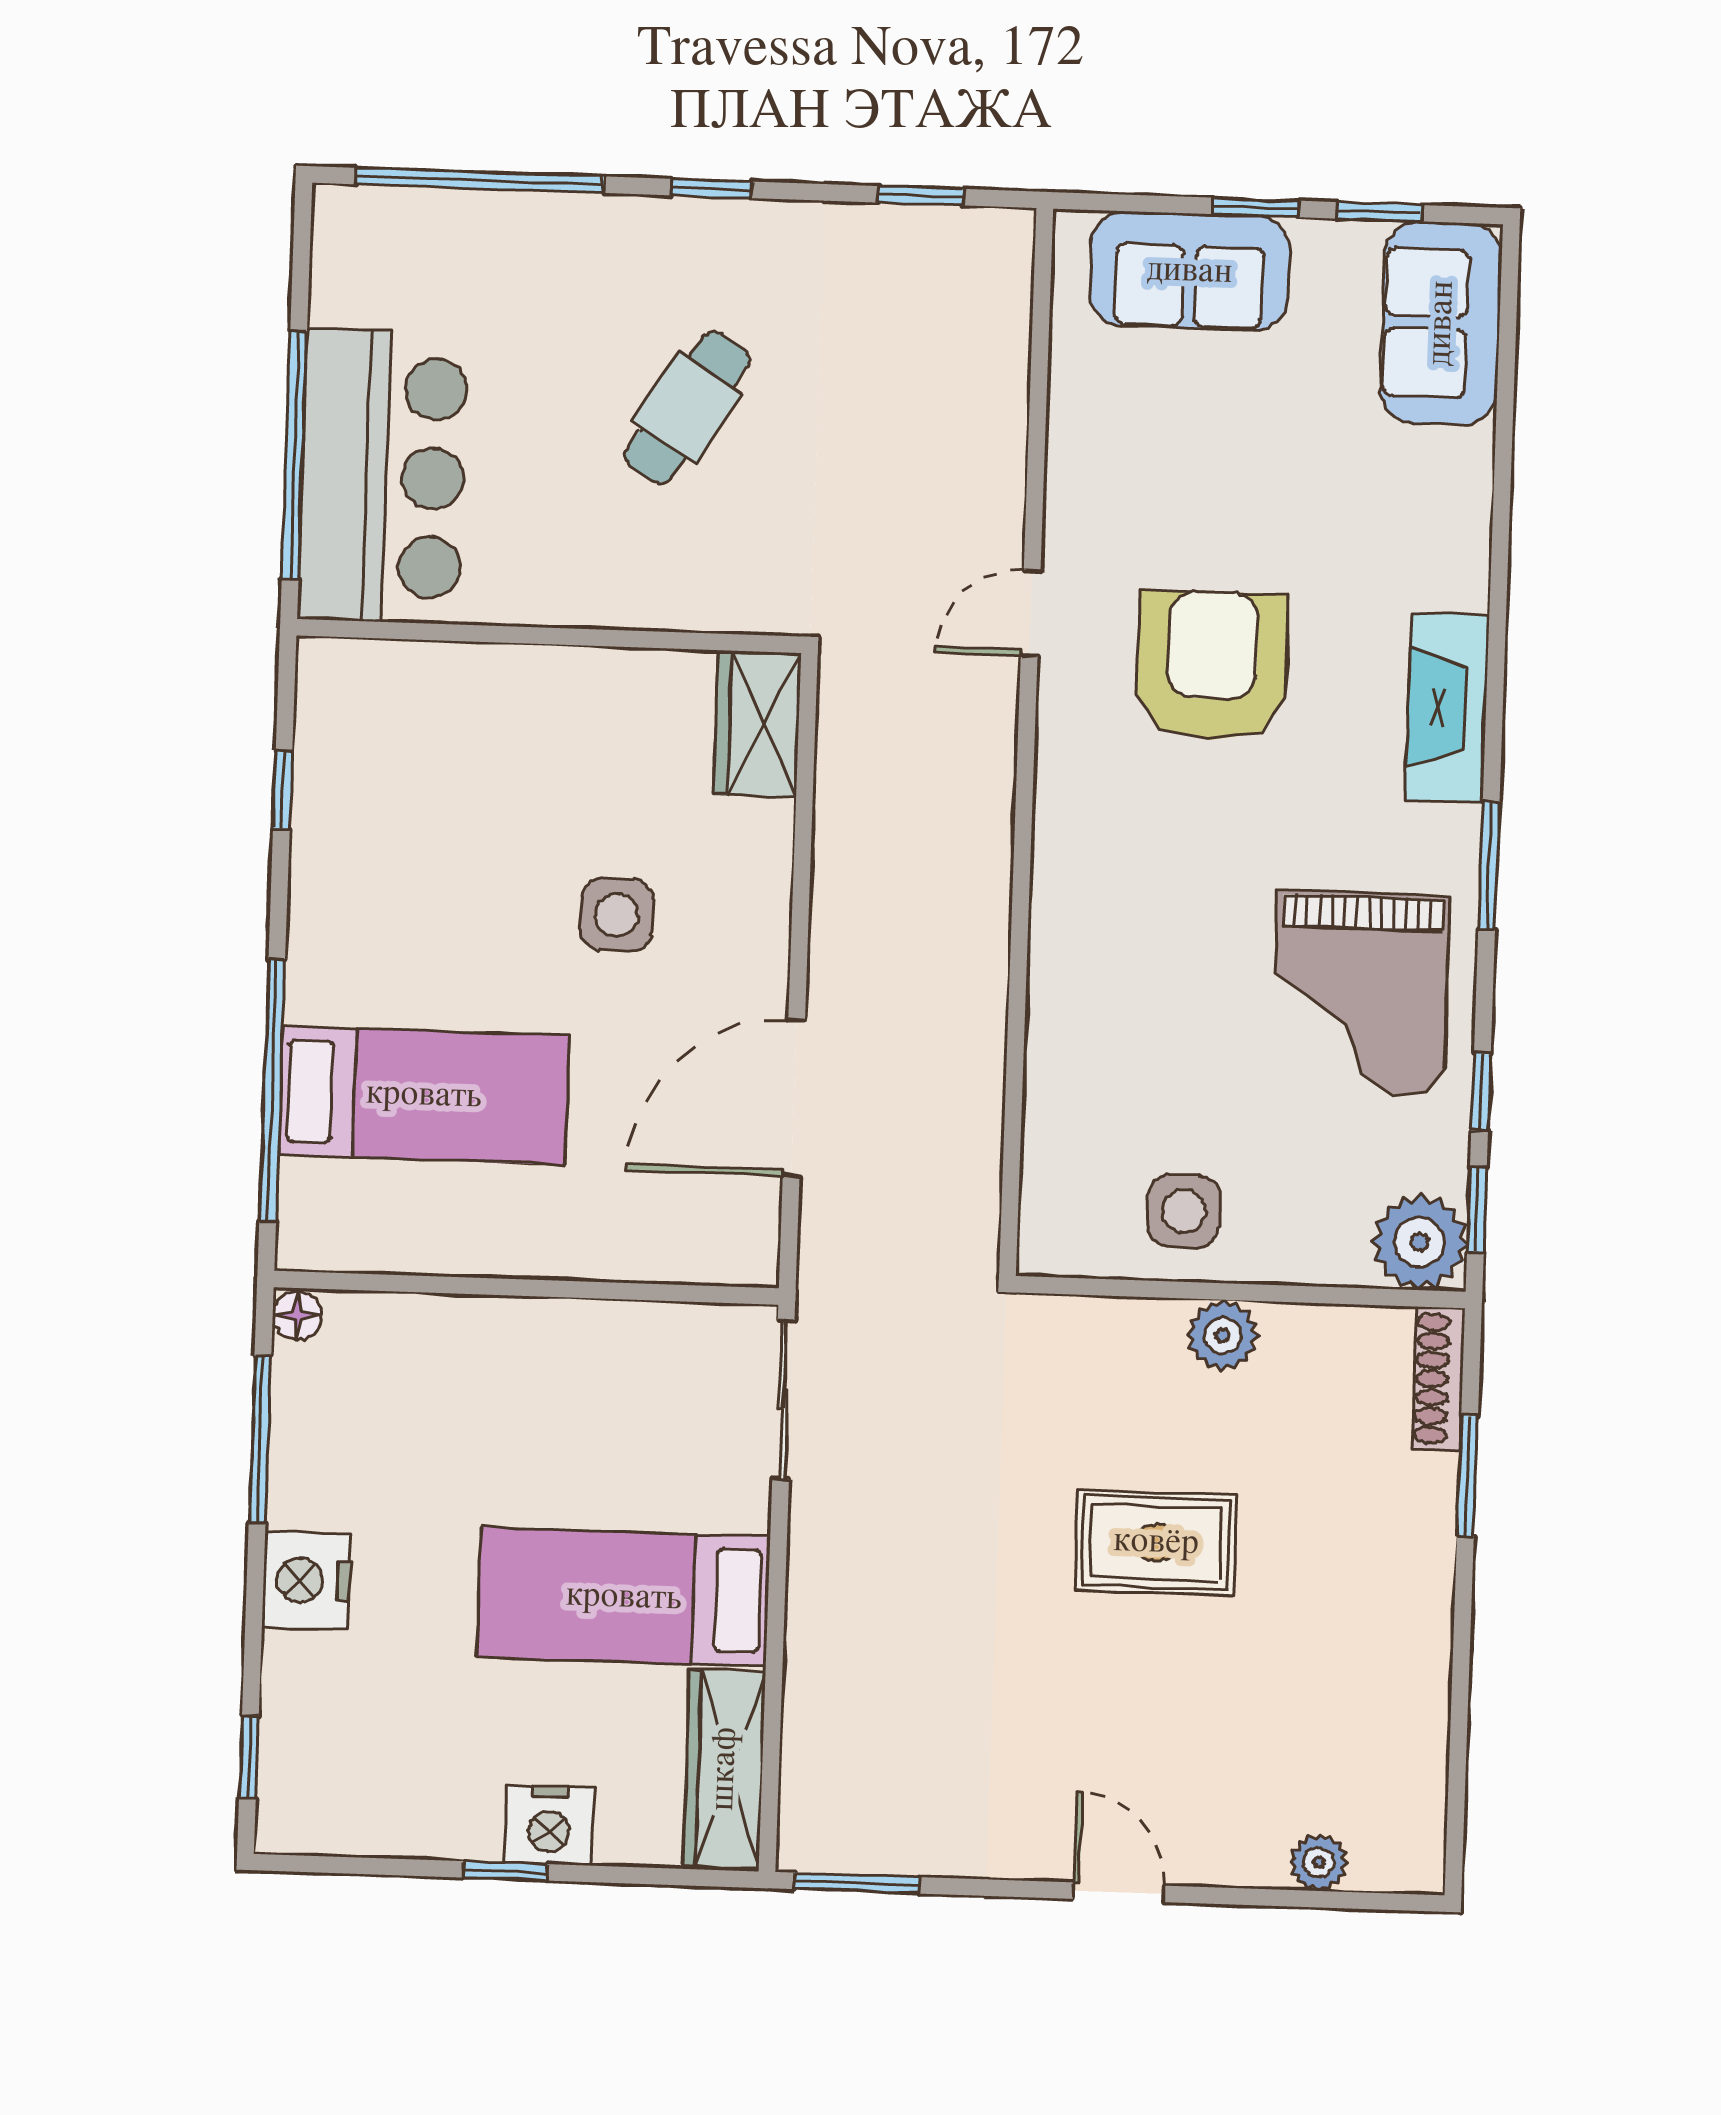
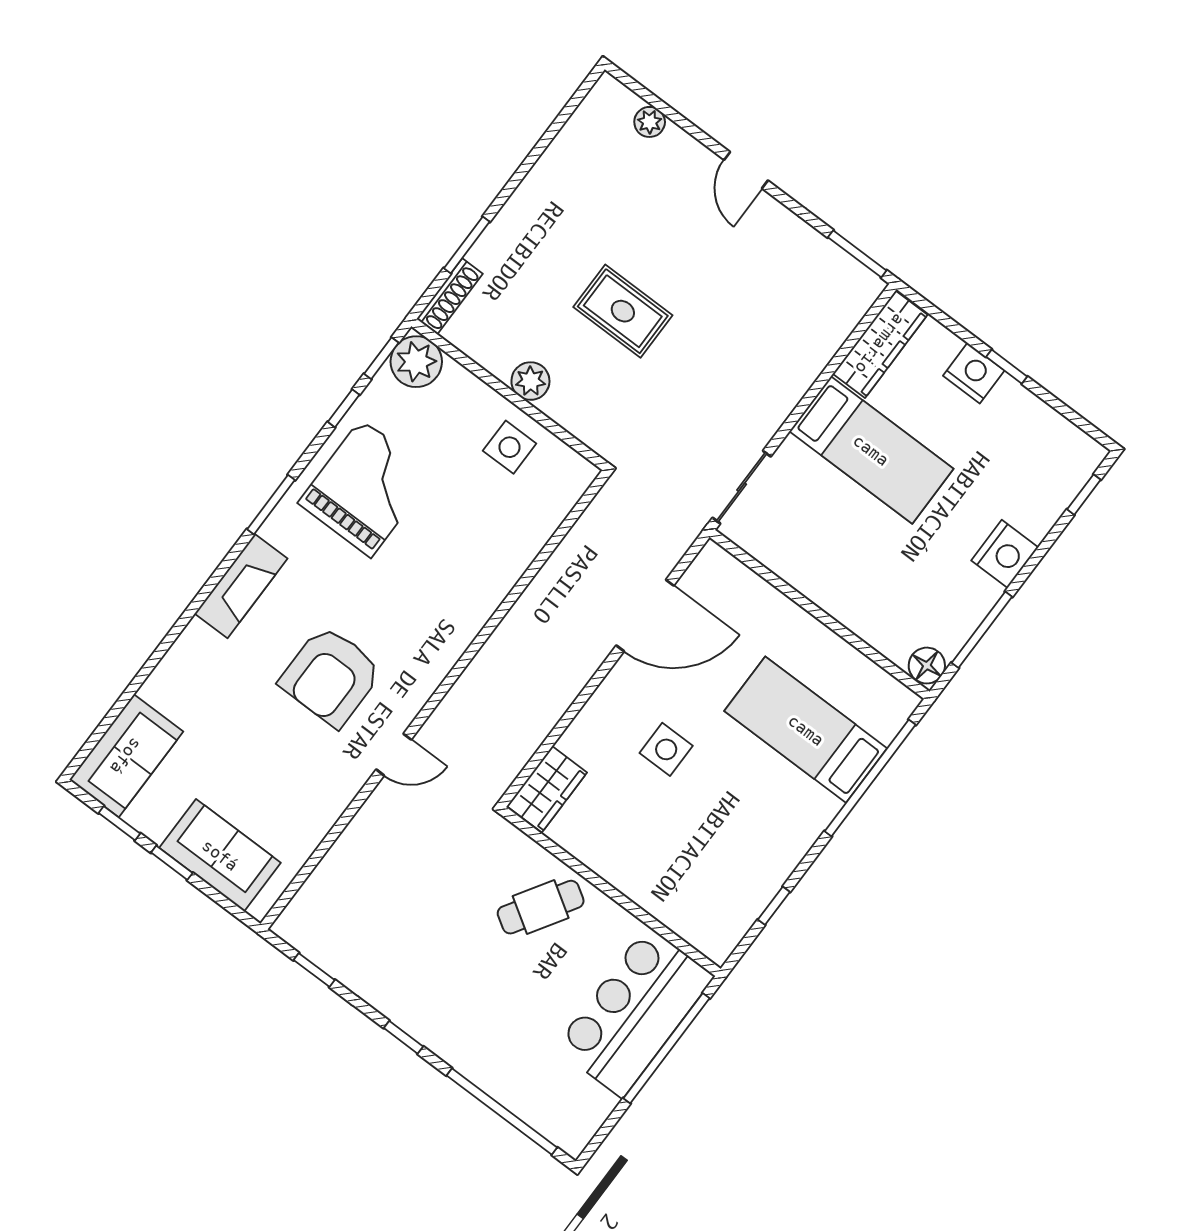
cafe table: (687, 408) -> (541, 907), moved
floor lamp: (297, 1315) -> (927, 666), width x1.37, depth x1.37

